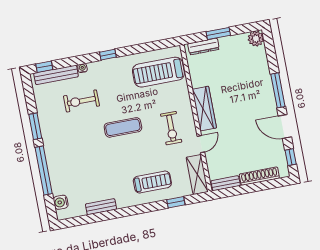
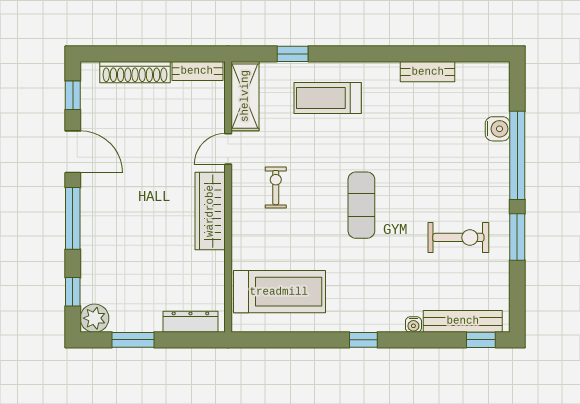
window: (218, 34) -> (133, 340), moved
window: (270, 51) -> (73, 292), added
exercise bike: (81, 101) -> (458, 237), moved
exercise mat: (123, 127) -> (361, 205), turned 90
exercise bike: (171, 128) -> (276, 188), width x0.73, depth x0.72
water cooler: (61, 202) -> (498, 129), moved

